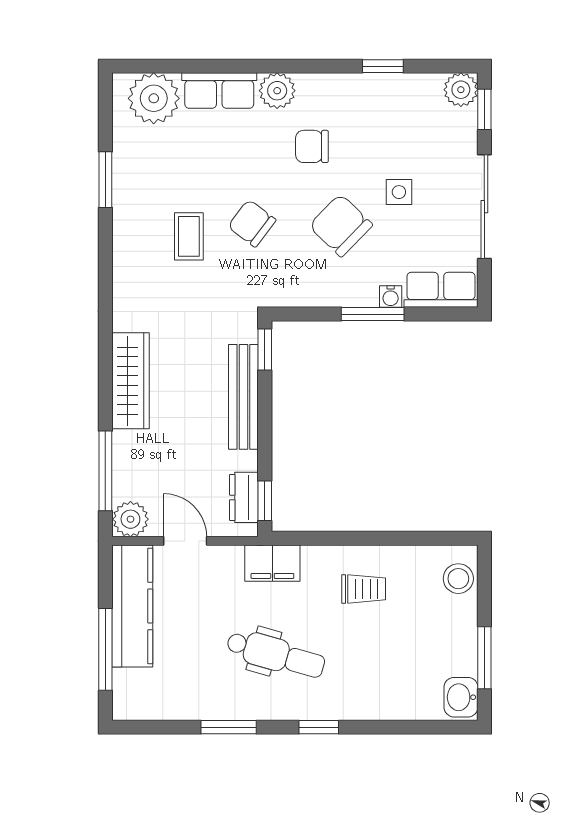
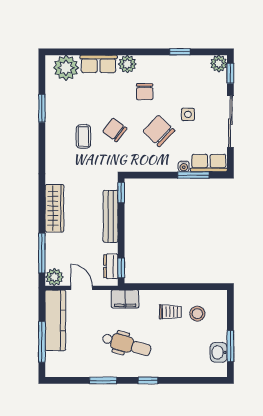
chair: (312, 146) -> (145, 92), turned -90
window: (373, 314) -> (193, 175), moved
stool: (458, 579) -> (197, 314), moved
washbasin: (461, 697) -> (219, 352), moved

